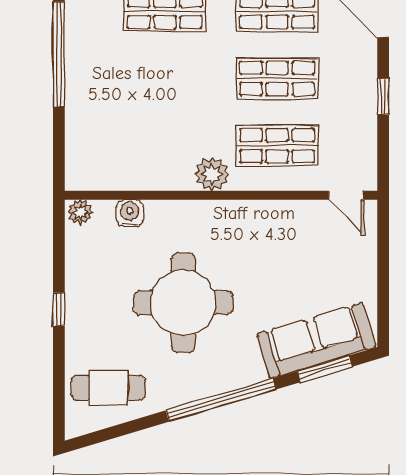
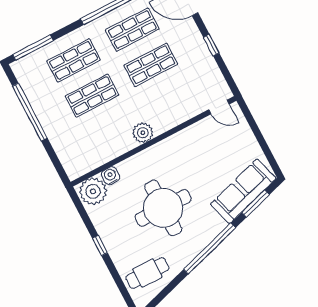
shop shelf: (277, 146) -> (92, 96), moved
plant: (80, 212) -> (93, 191), width x1.88, depth x1.88

